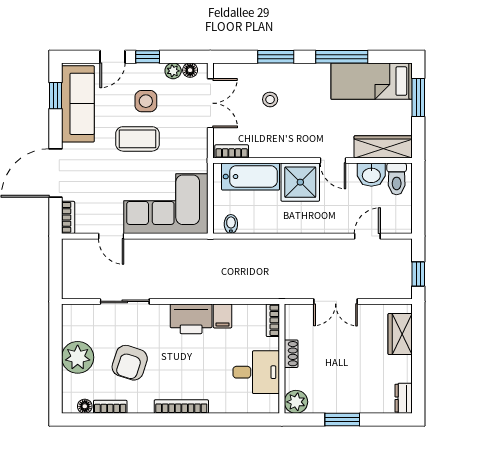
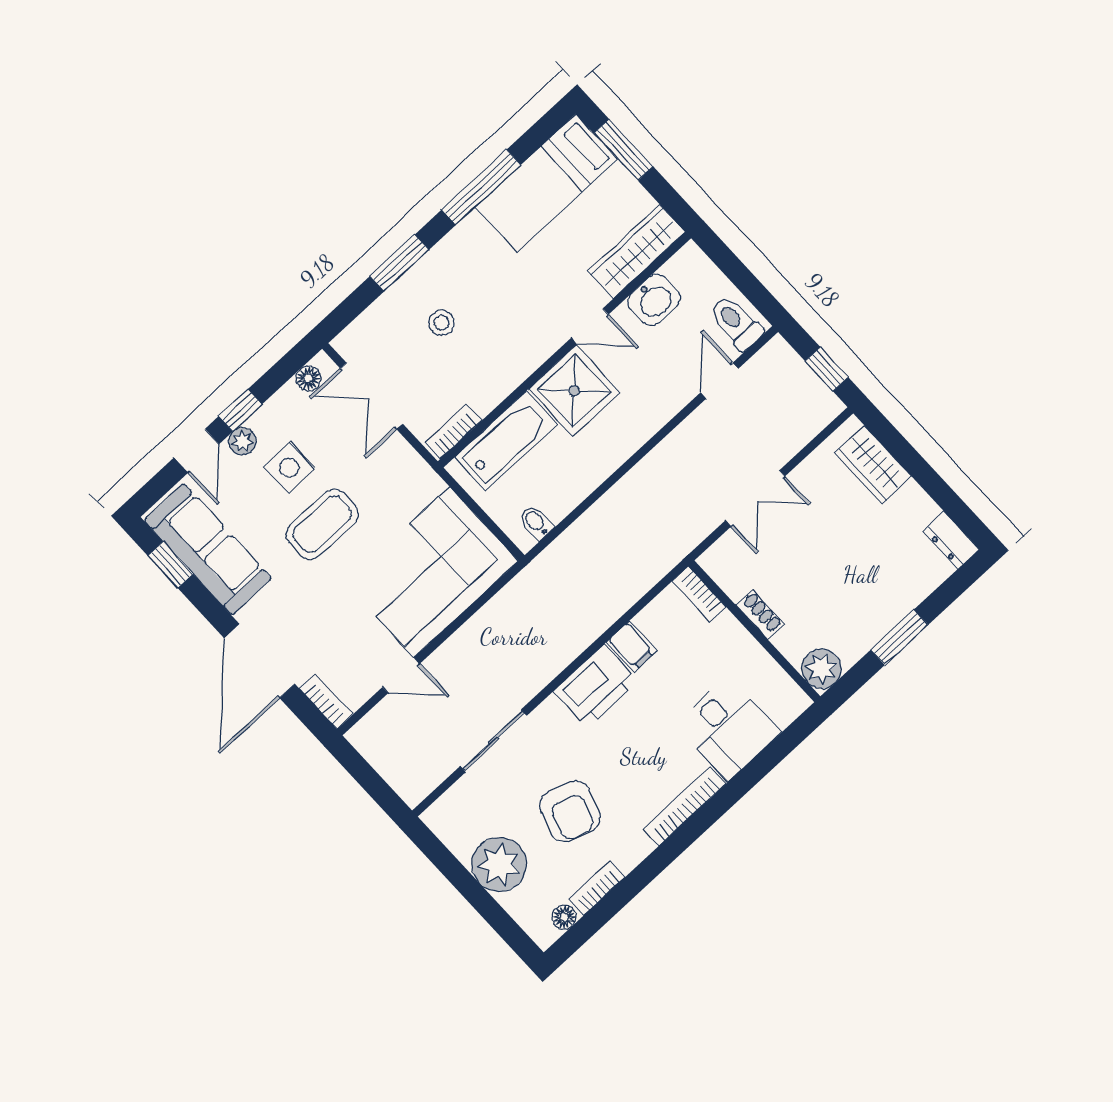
plant: (173, 71) -> (242, 441), moved
double door: (210, 103) -> (372, 396), swing flipped
toilet: (397, 179) -> (736, 323), moved, turned 180
desk: (256, 372) -> (728, 728), moved, turned 90

